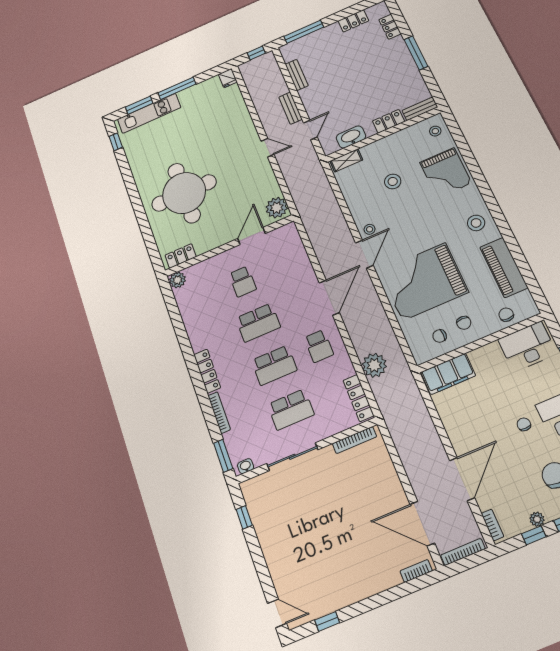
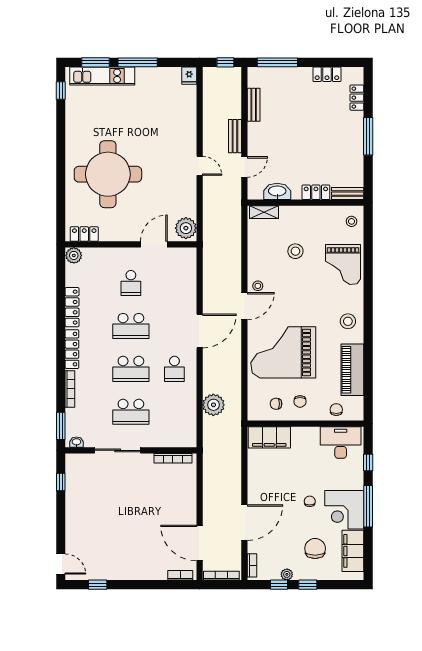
locker: (358, 398) -> (72, 307), moved, turned 180

